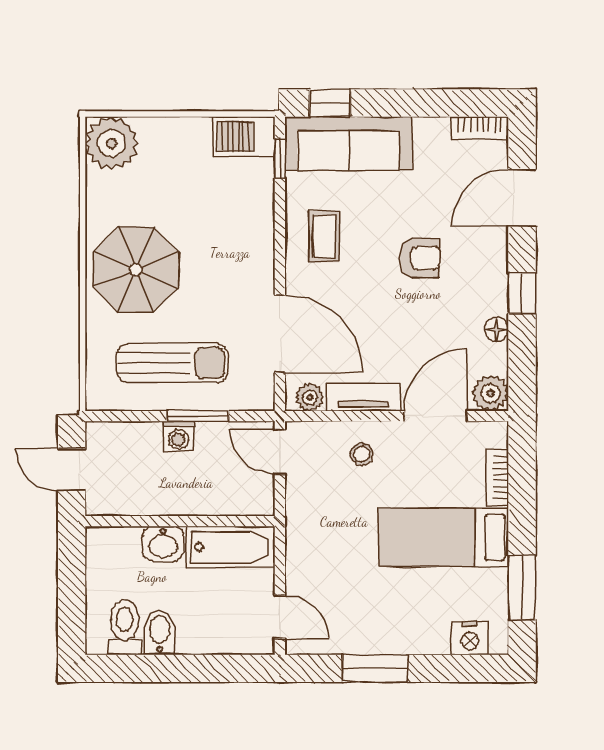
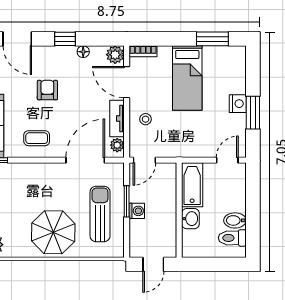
bookcase: (497, 478) -> (143, 51), moved
nightstand: (470, 638) -> (238, 104), moved

